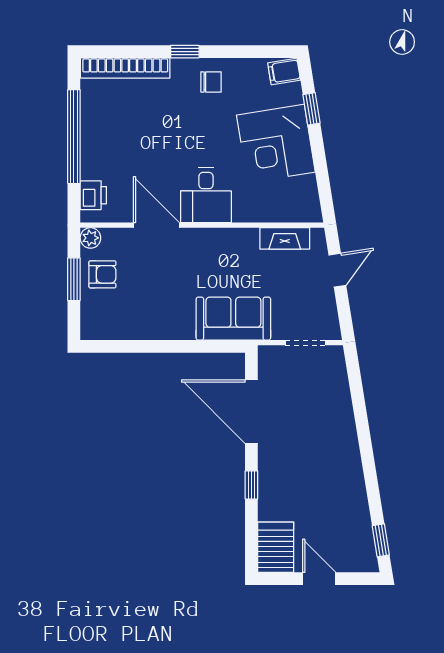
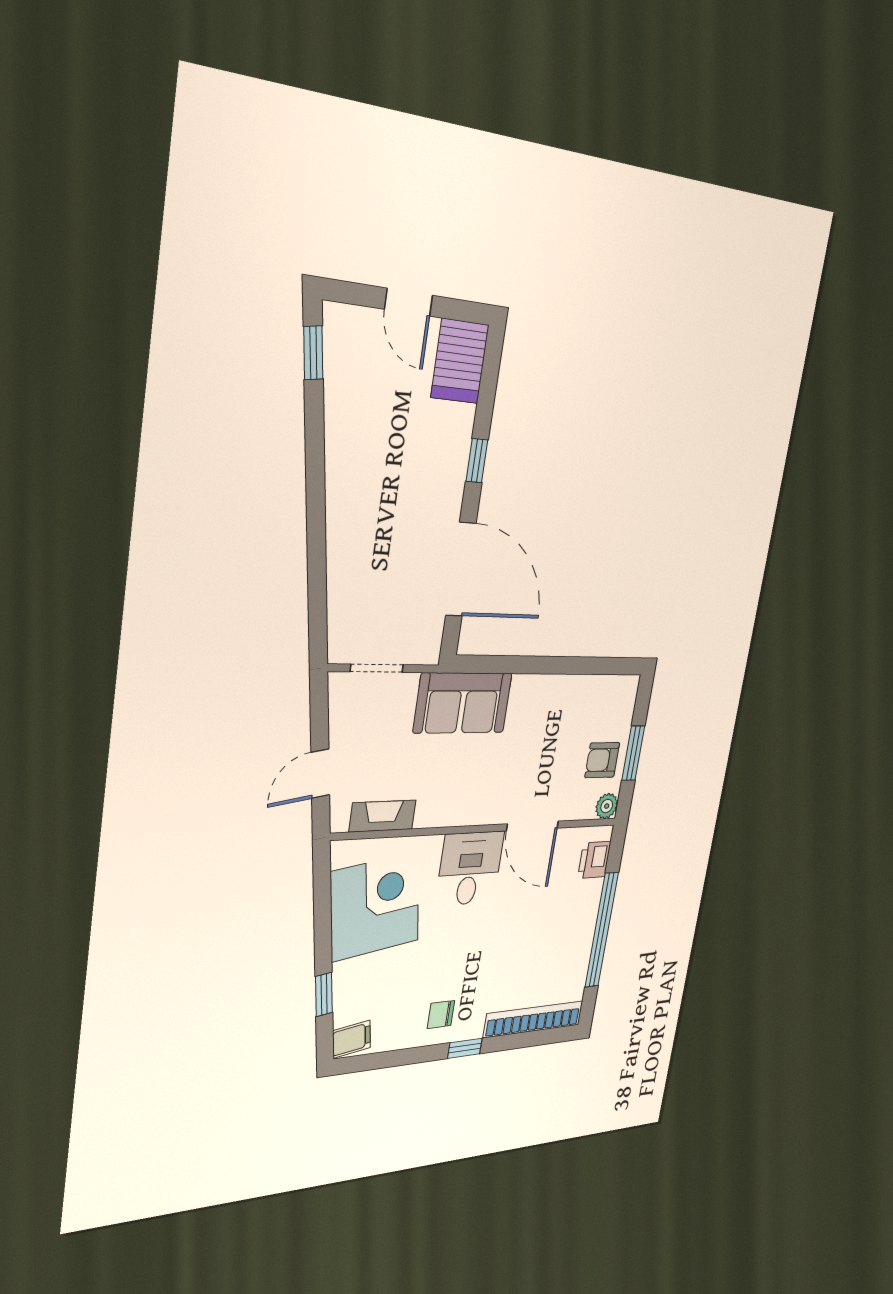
corner desk: (276, 144) -> (375, 907), moved

